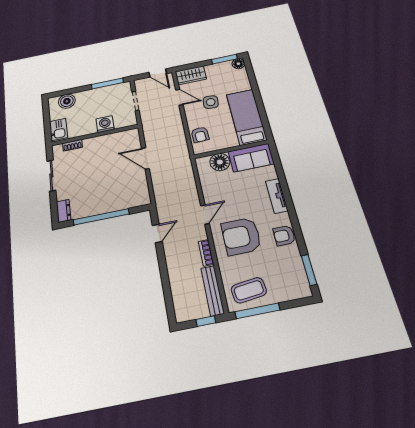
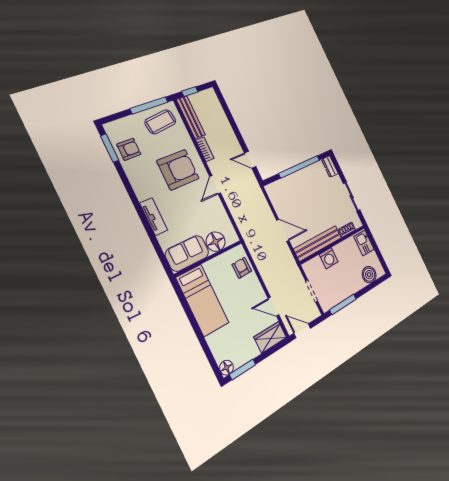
side table: (211, 102) -> (242, 309), removed
bench: (111, 139) -> (318, 243), added
door: (157, 234) -> (250, 160), hinge flipped
armchair: (284, 236) -> (129, 149), moved

